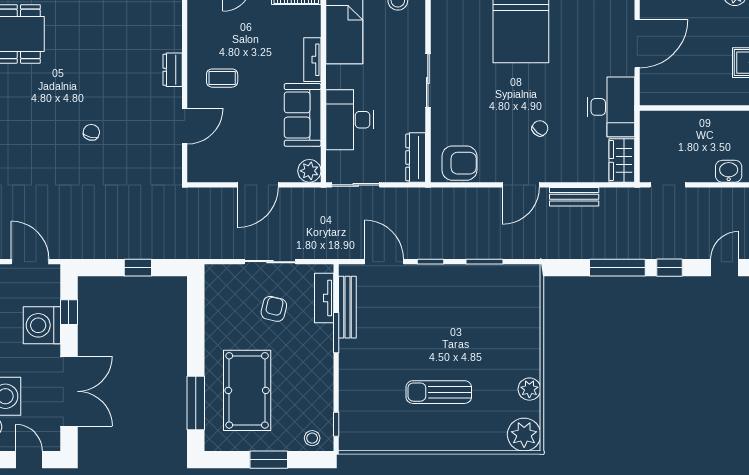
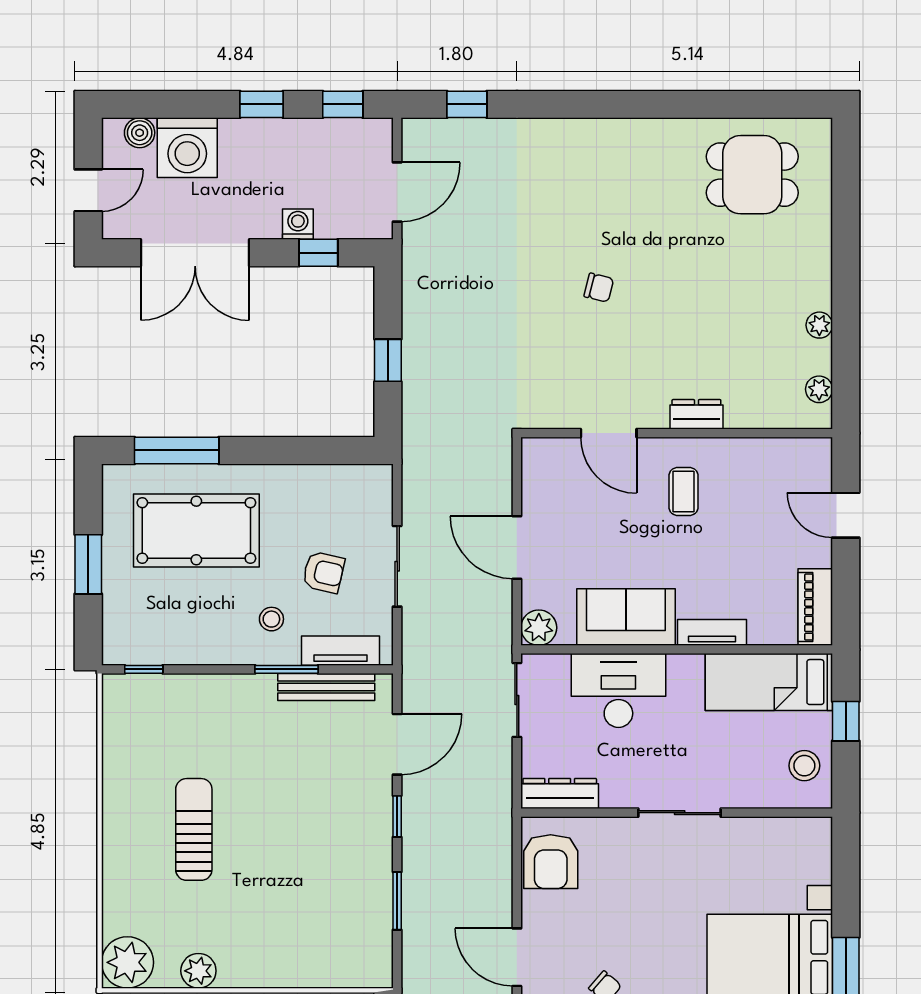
washing machine: (42, 325) -> (298, 224), width x0.53, depth x0.53
stool: (312, 438) -> (271, 619), moved

